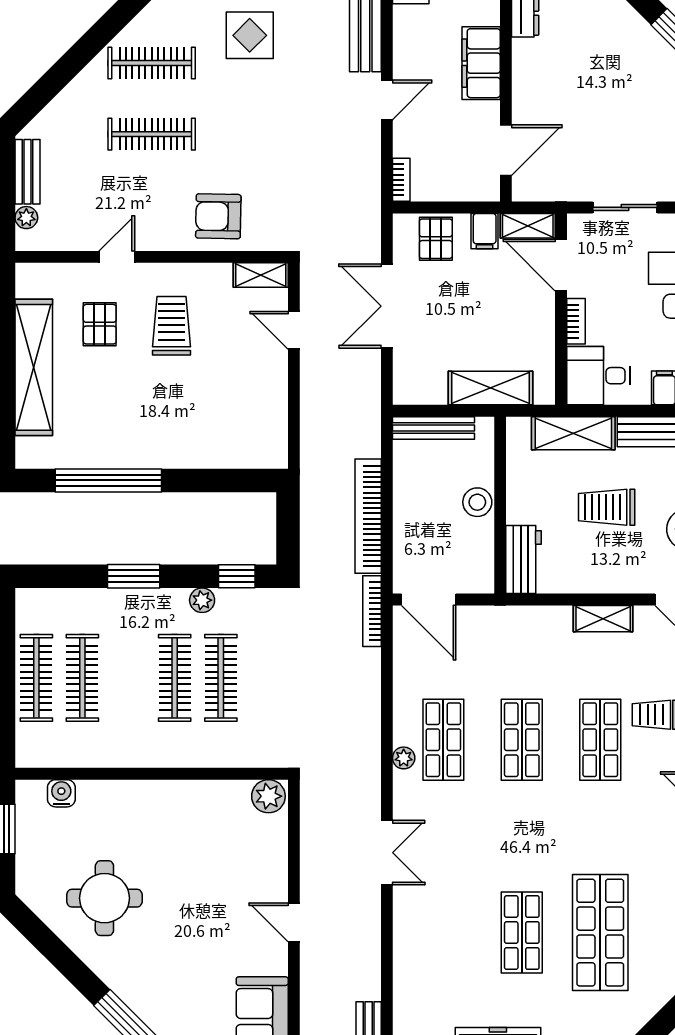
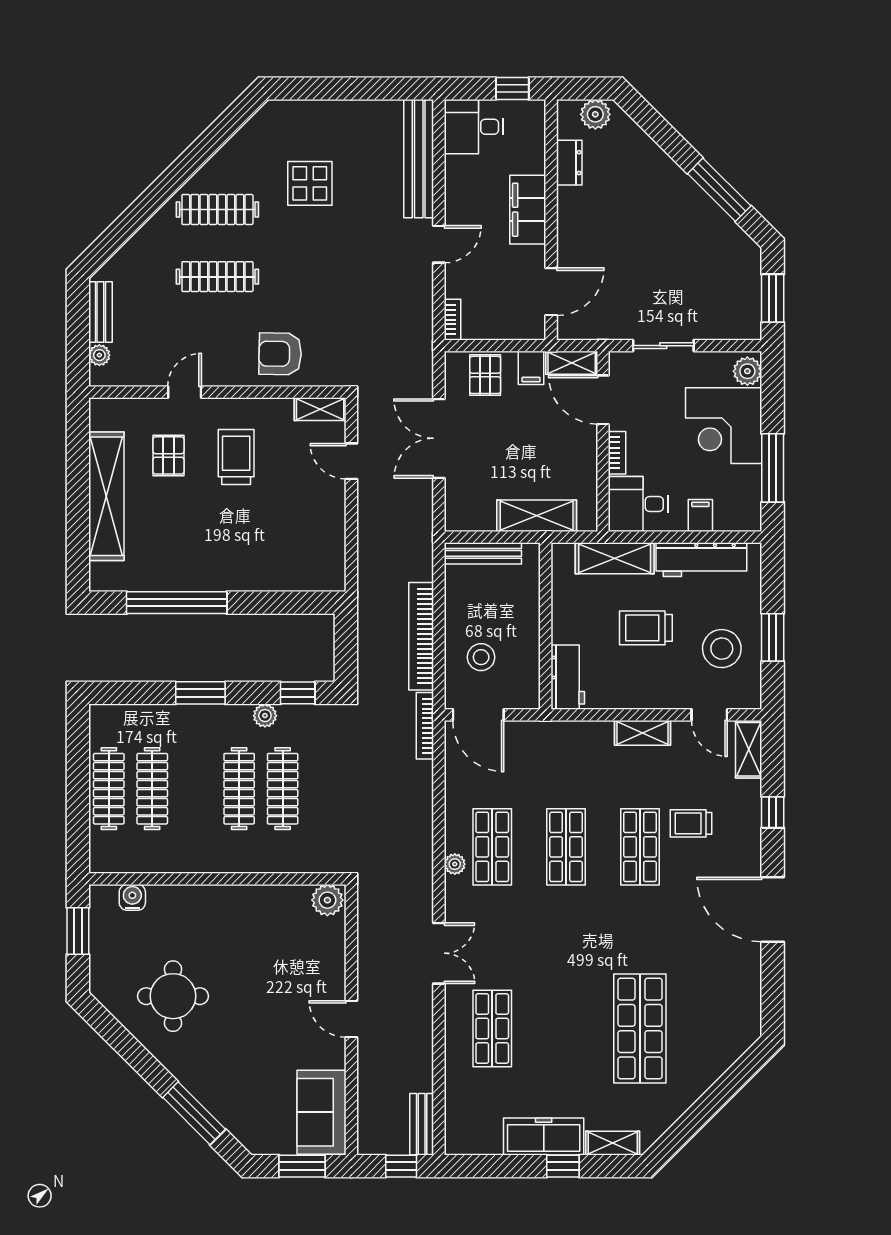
stool: (477, 502) -> (481, 657), moved
shop shelf: (522, 933) -> (492, 1029), moved

